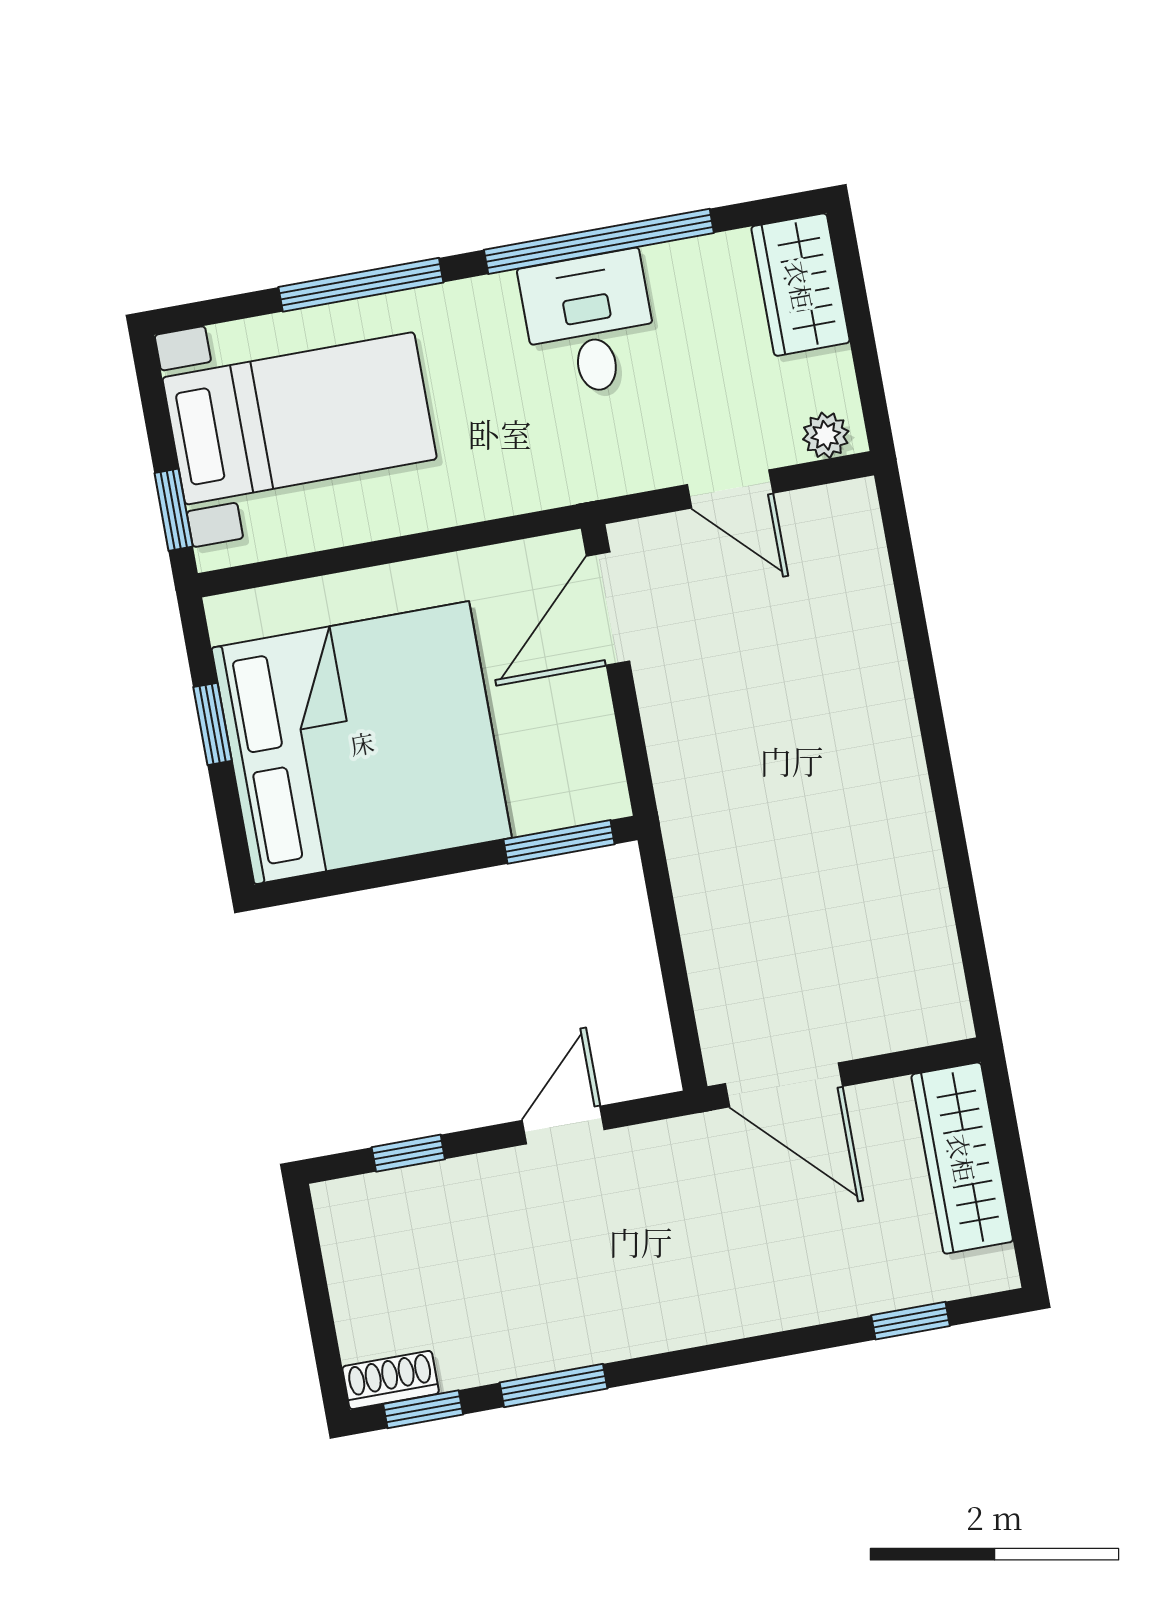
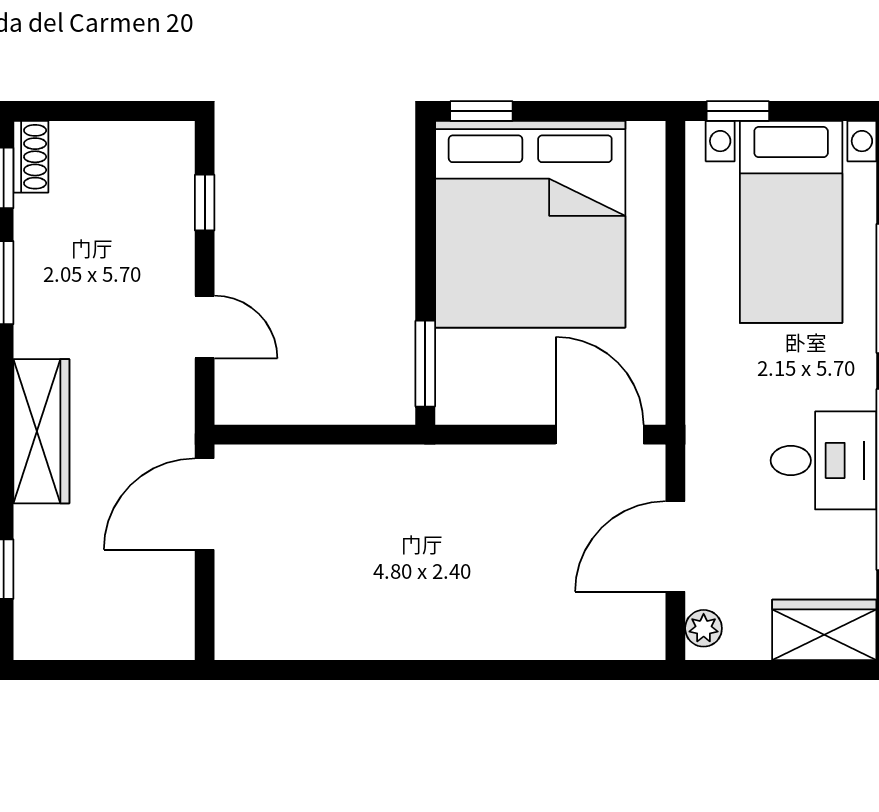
door: (730, 489) -> (675, 546), width x1.38
window: (213, 724) -> (481, 111), moved
wardrobe: (962, 1158) -> (41, 431), moved, turned 90

